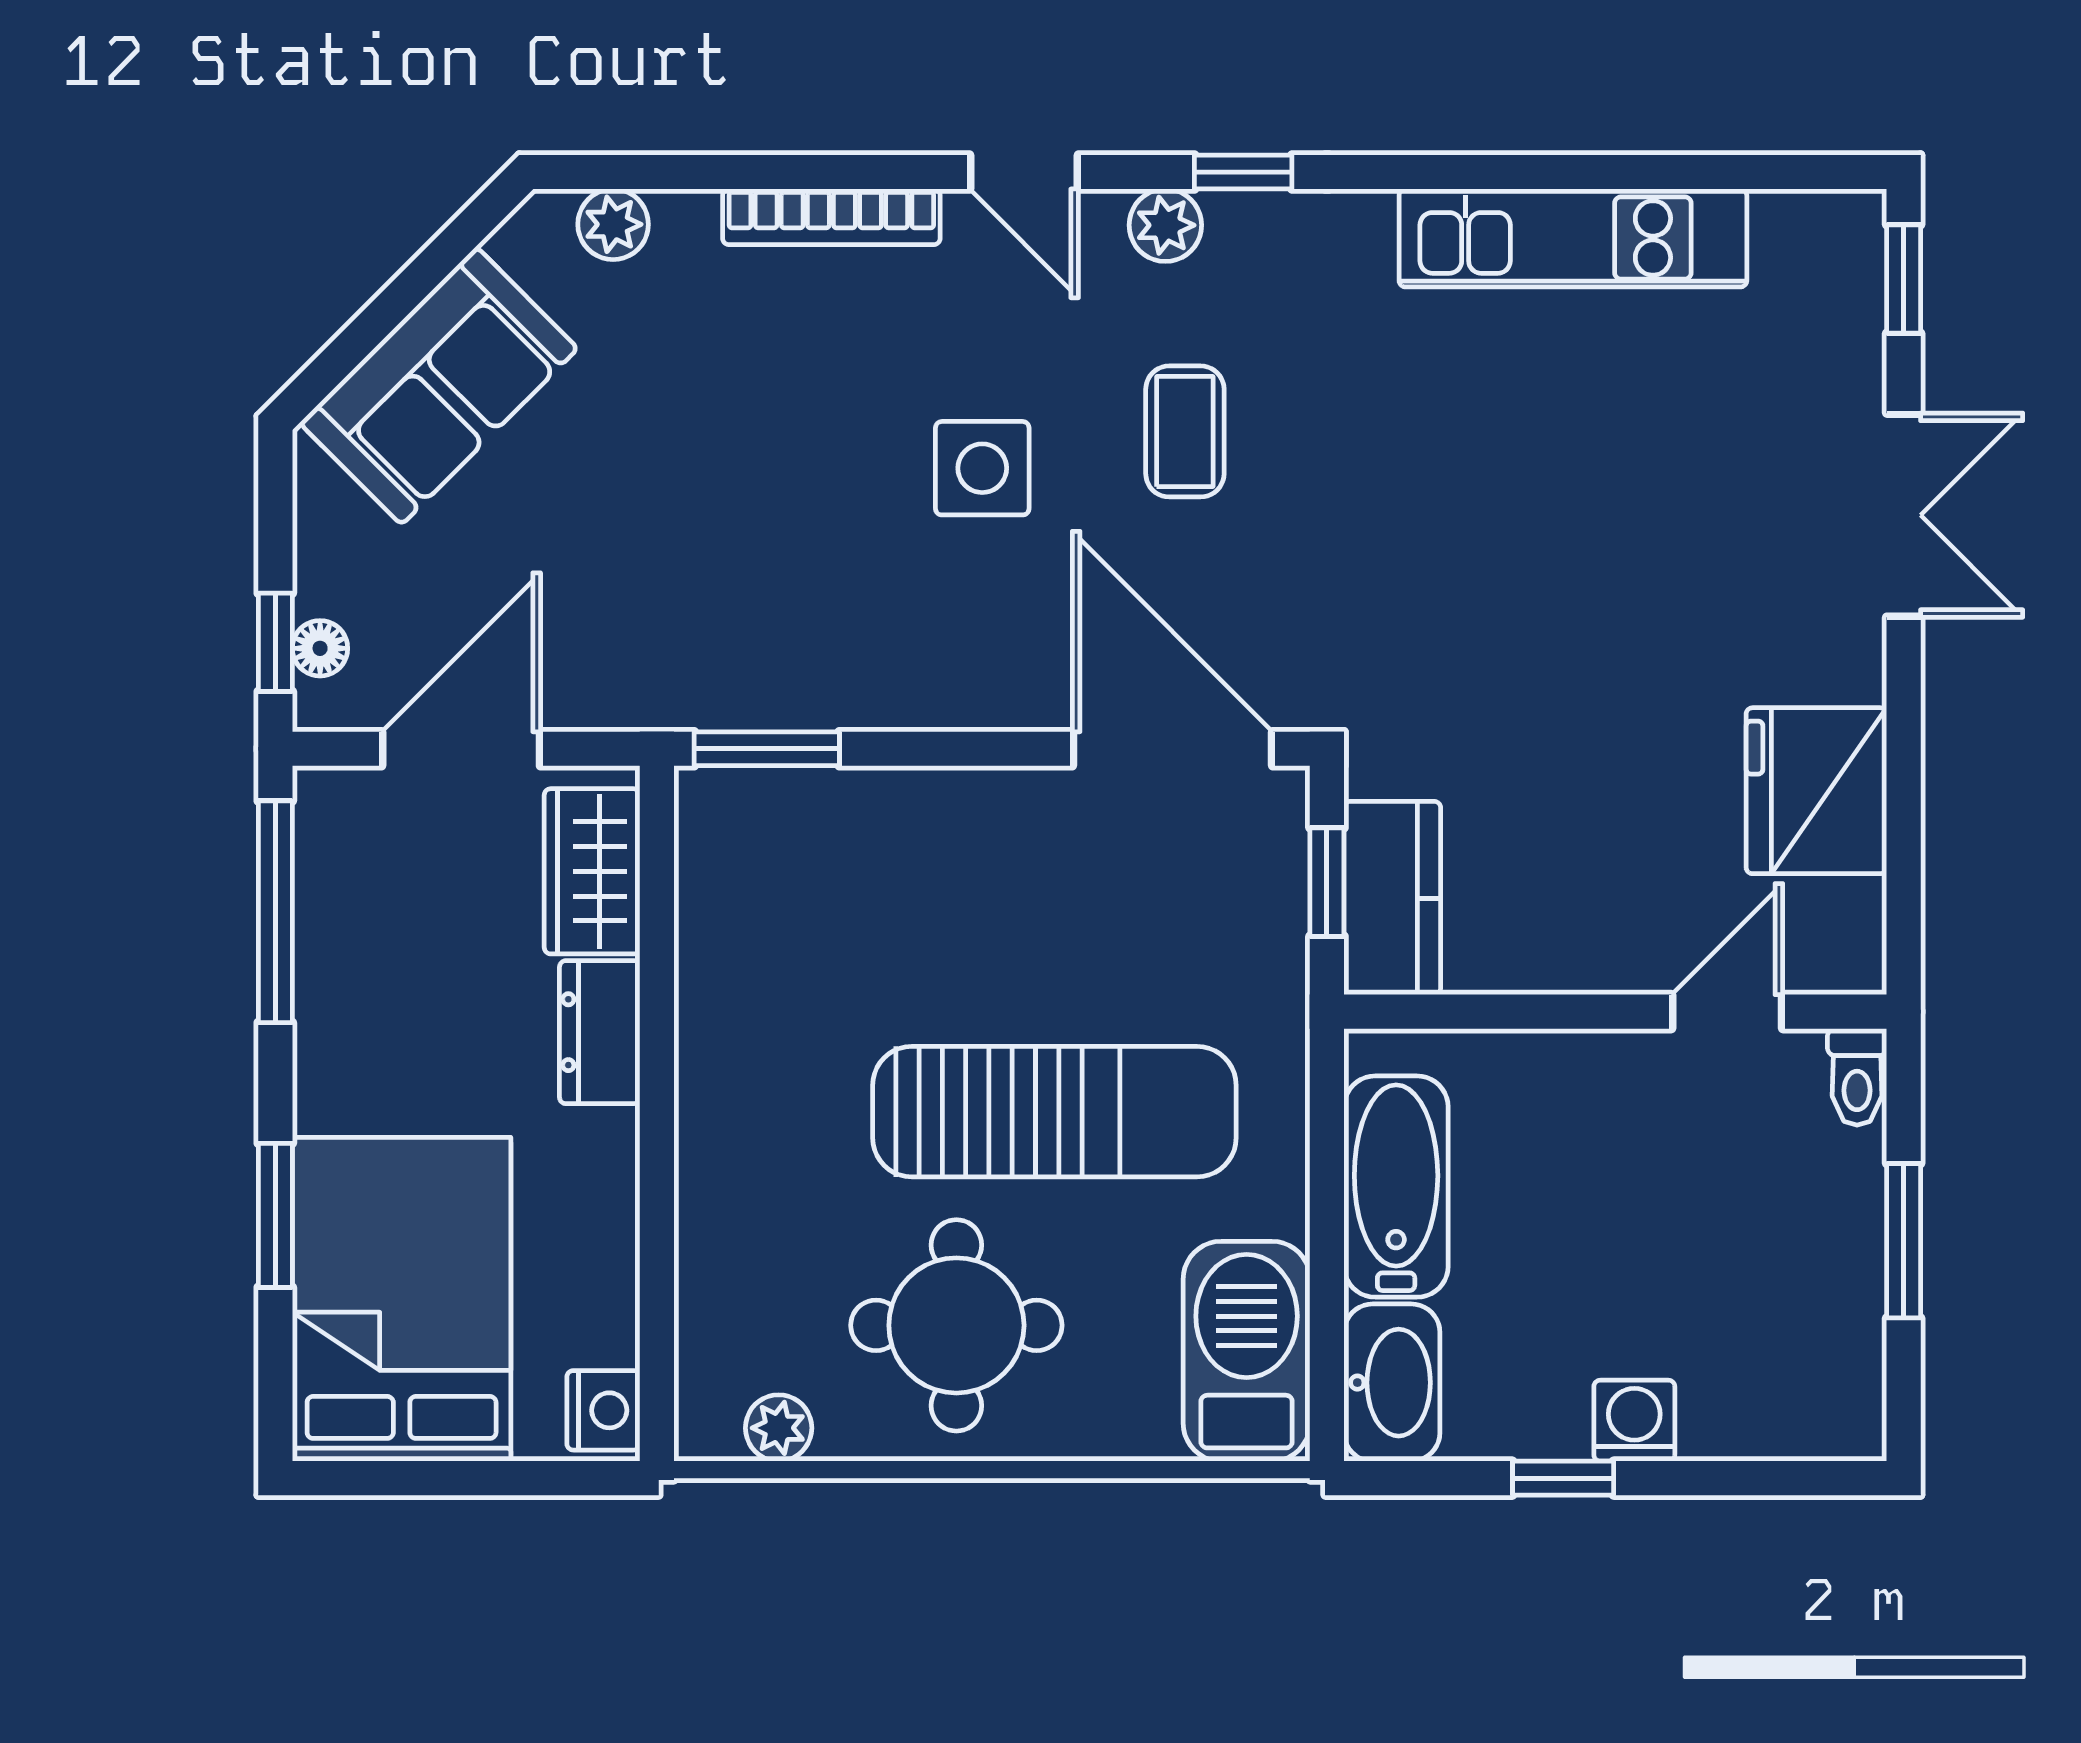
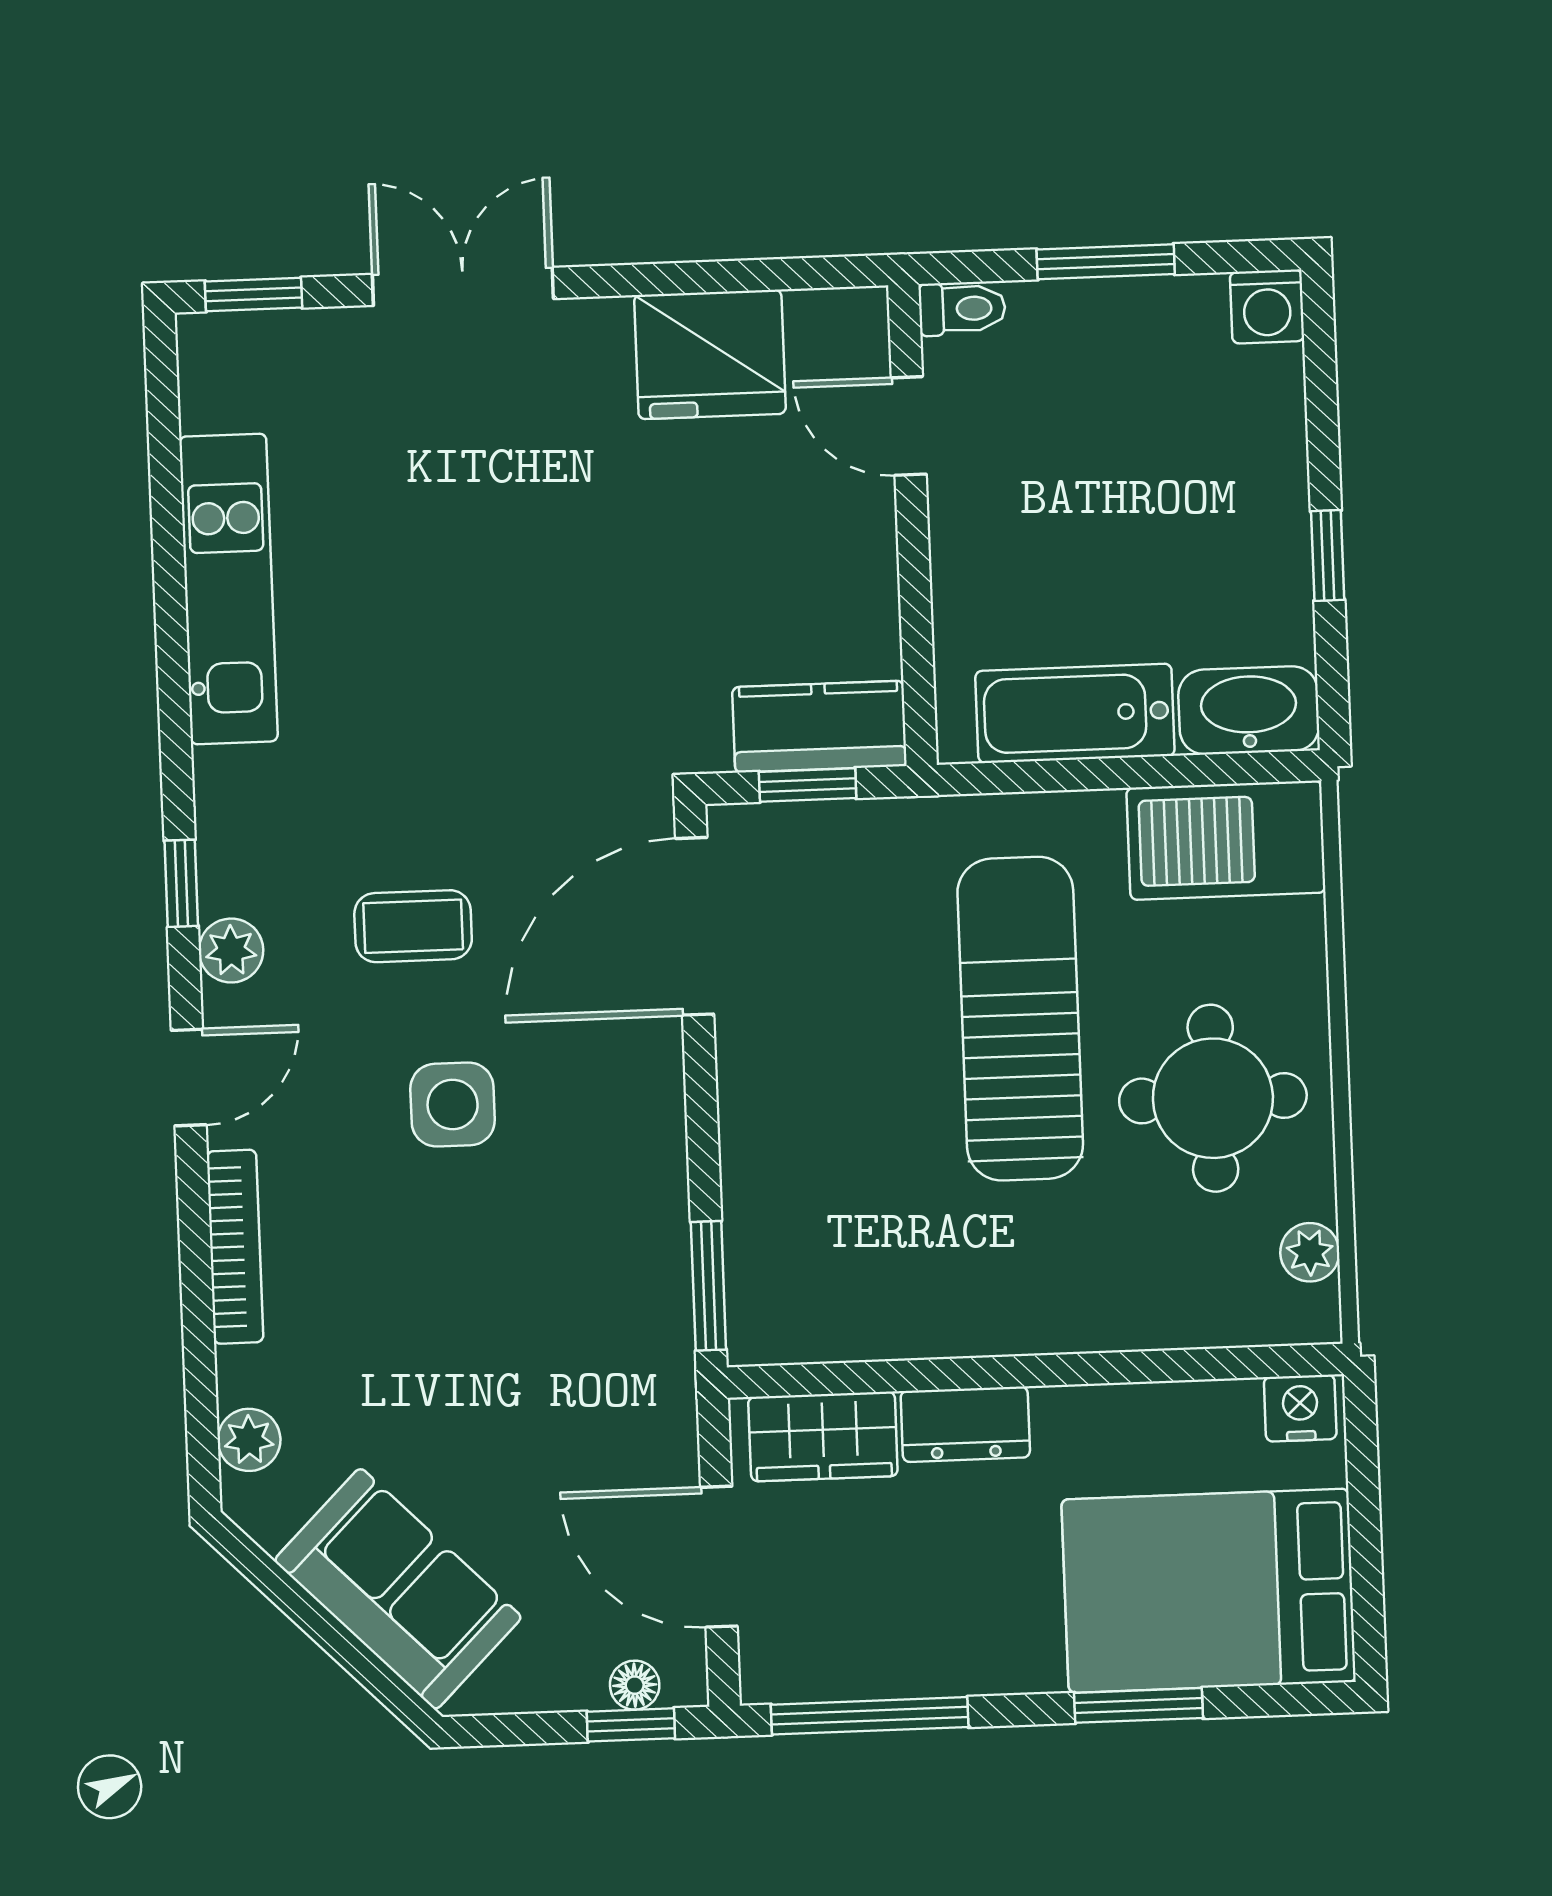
washing machine: (1634, 1421) -> (1267, 307), moved, turned -90

